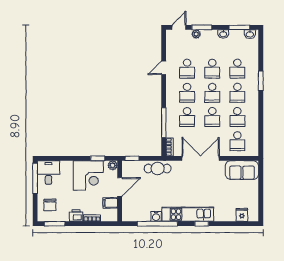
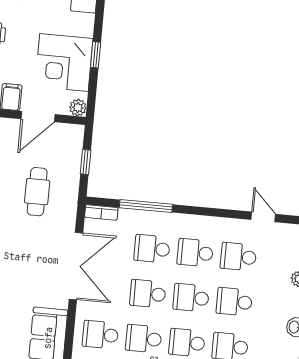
door: (164, 68) -> (263, 217), moved
window: (98, 158) -> (96, 55), moved
window: (132, 158) -> (86, 162), moved
cafe table: (158, 169) -> (37, 192), moved
door: (120, 187) -> (38, 117), hinge flipped

